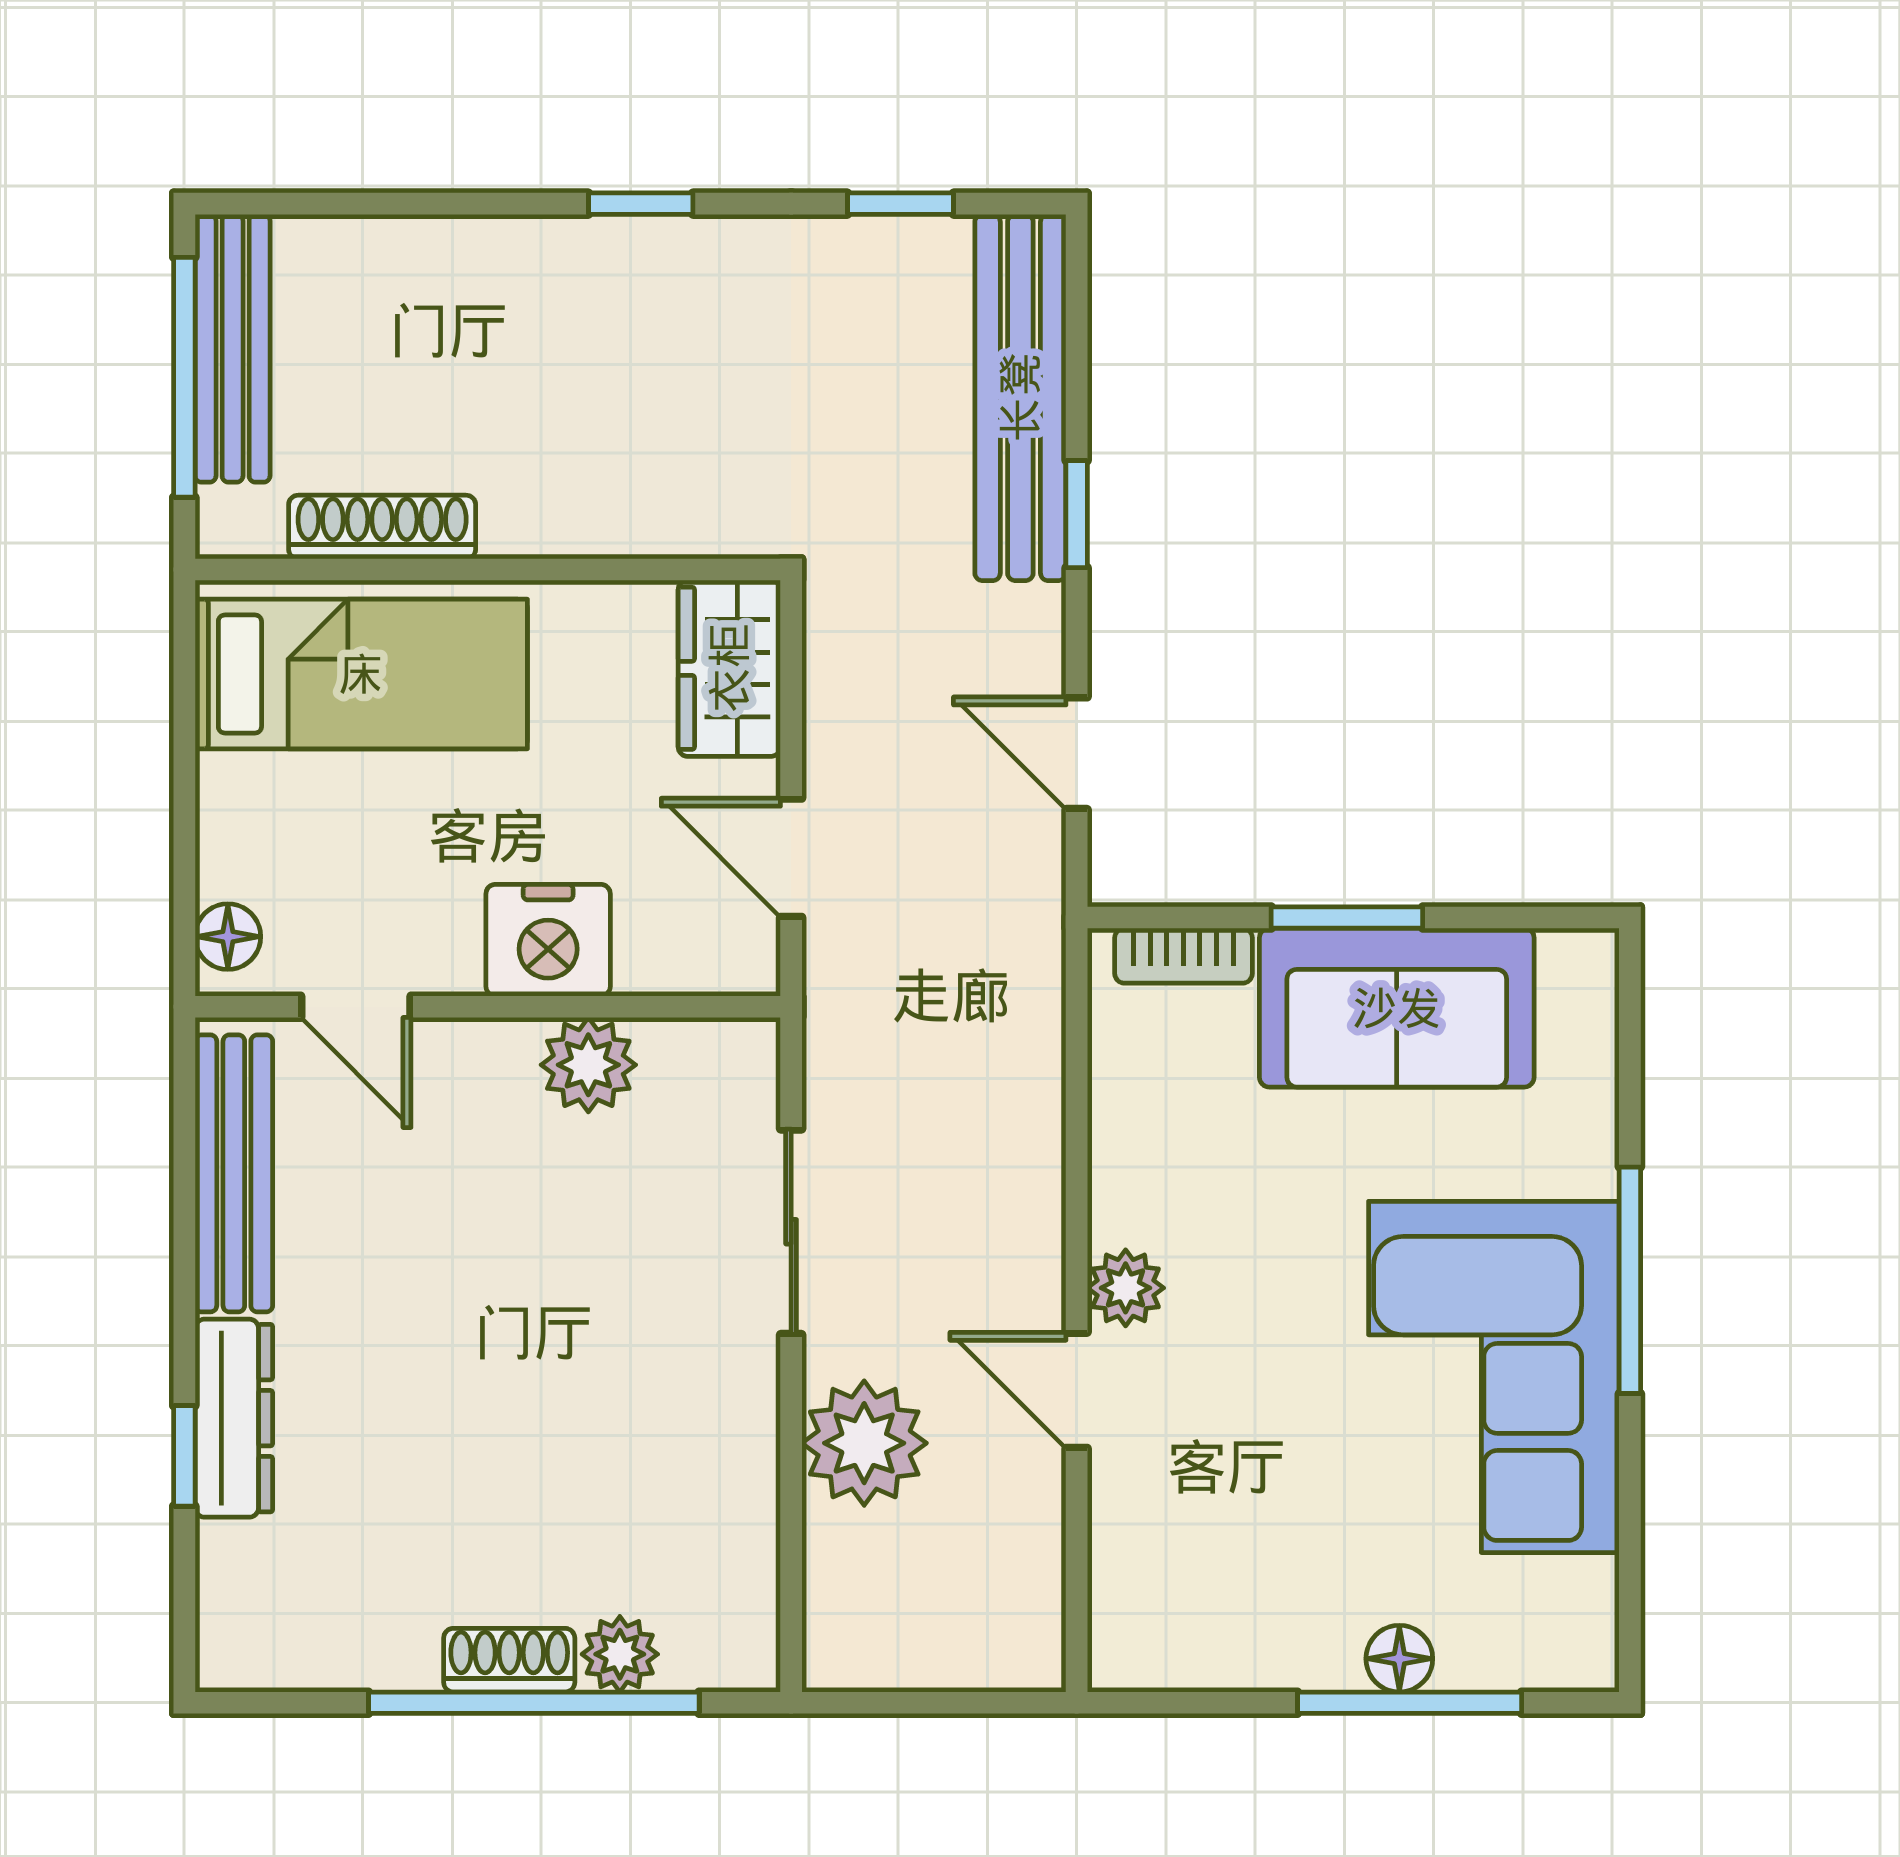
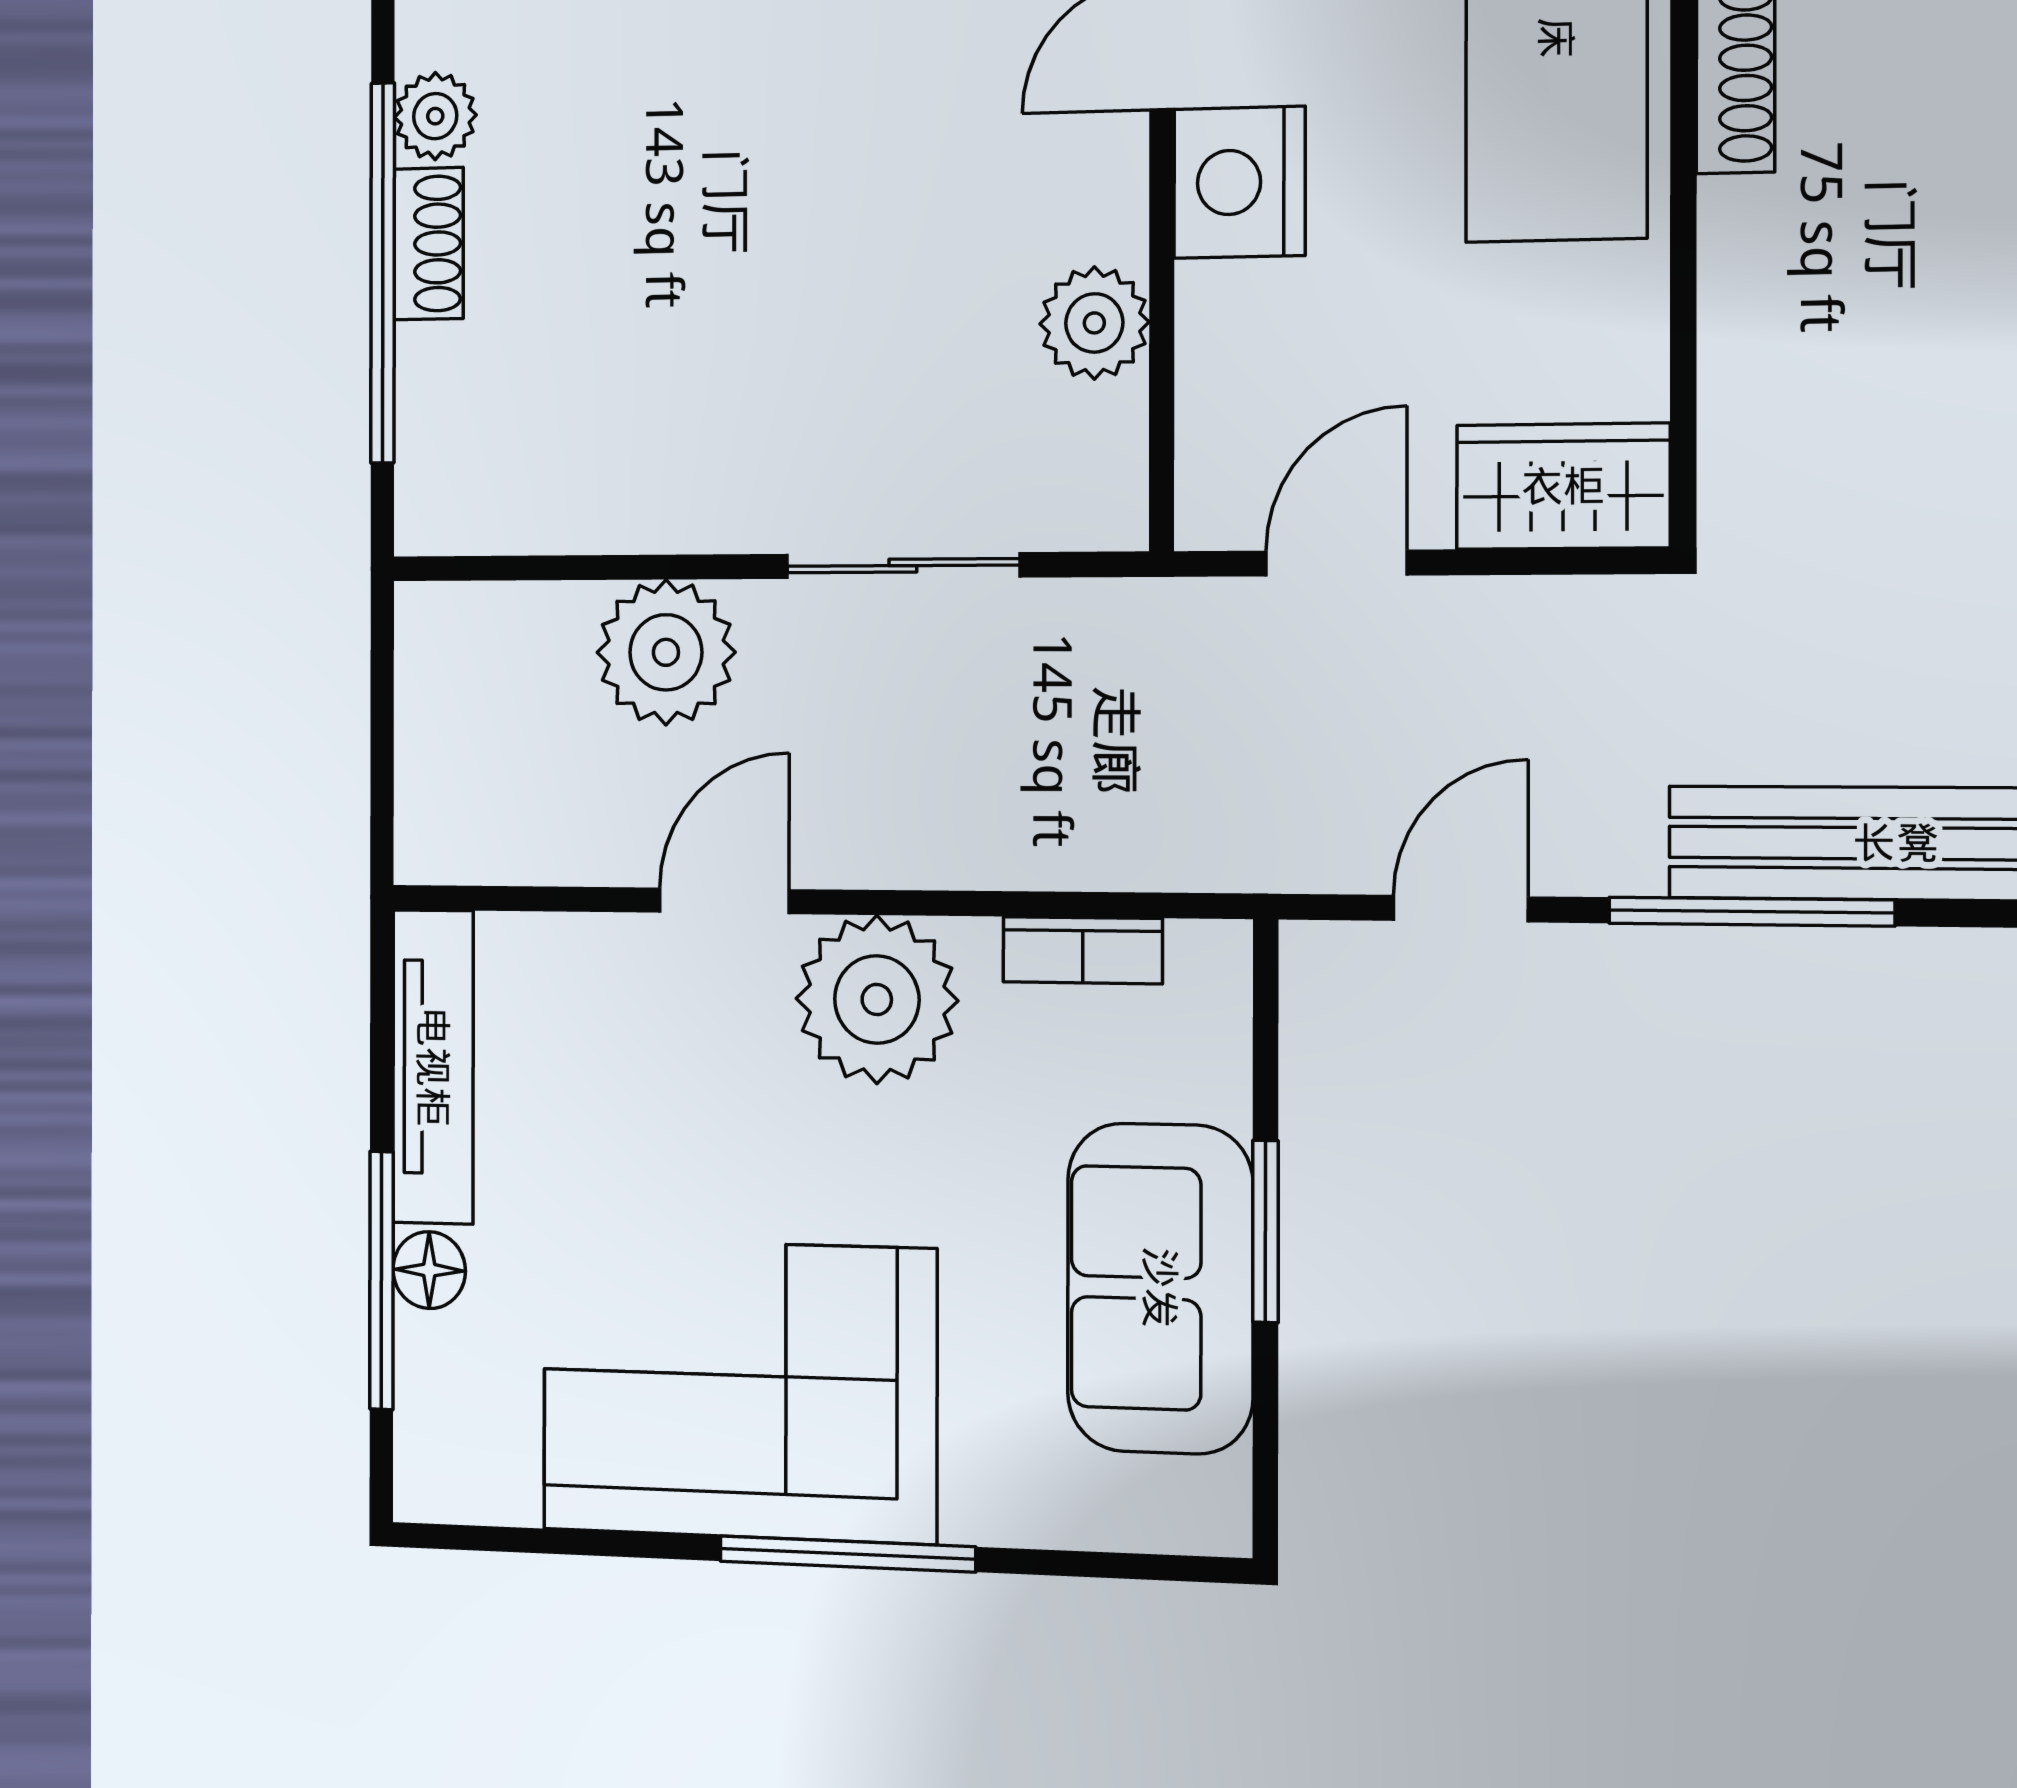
window: (1077, 514) -> (1751, 912), width x2.17
nightstand: (548, 940) -> (1239, 182), moved
bookcase: (1183, 956) -> (1083, 950), moved, turned -90
plant: (1126, 1288) -> (877, 1000), width x1.88, depth x1.88
plant: (620, 1654) -> (435, 116), moved
tv unit: (1223, 1655) -> (433, 1067), added

